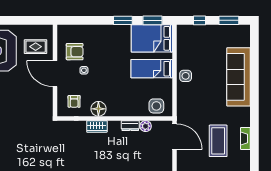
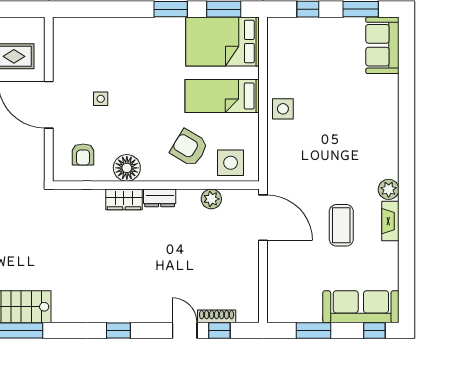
armchair: (75, 52) -> (189, 148), moved, turned -149
sofa: (239, 77) -> (382, 45), moved, width x0.54, depth x0.79
plant: (244, 121) -> (389, 189), added
dresser: (130, 126) -> (160, 198), moved
coffee table: (218, 141) -> (341, 225), width x0.73, depth x0.76

